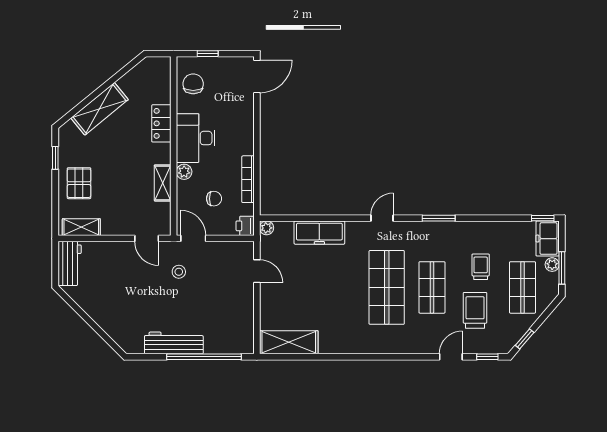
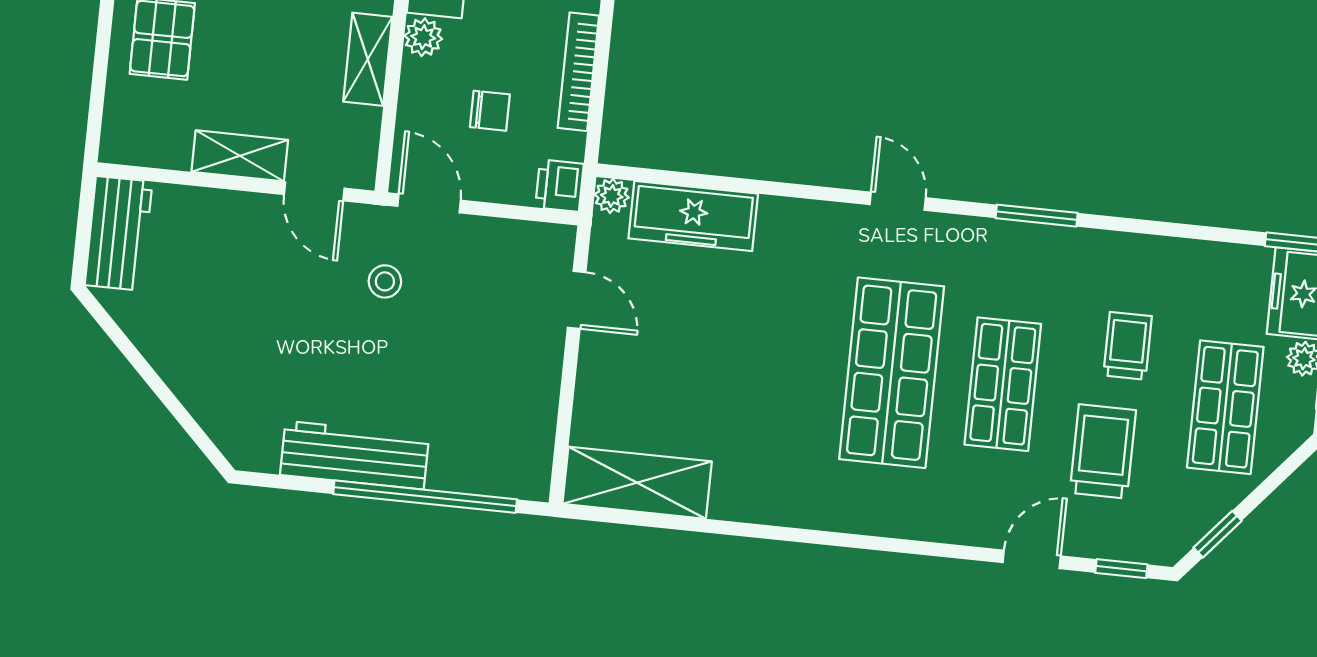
door: (382, 218) -> (898, 201), hinge flipped
shelving: (81, 227) -> (240, 156), moved
freezer: (319, 233) -> (693, 216), moved

